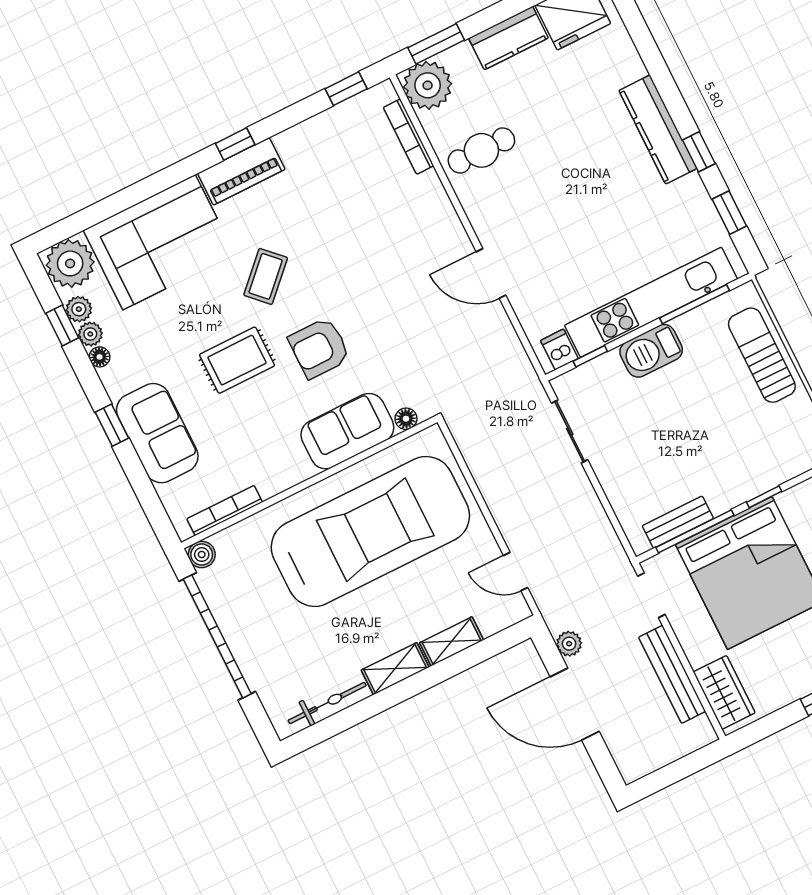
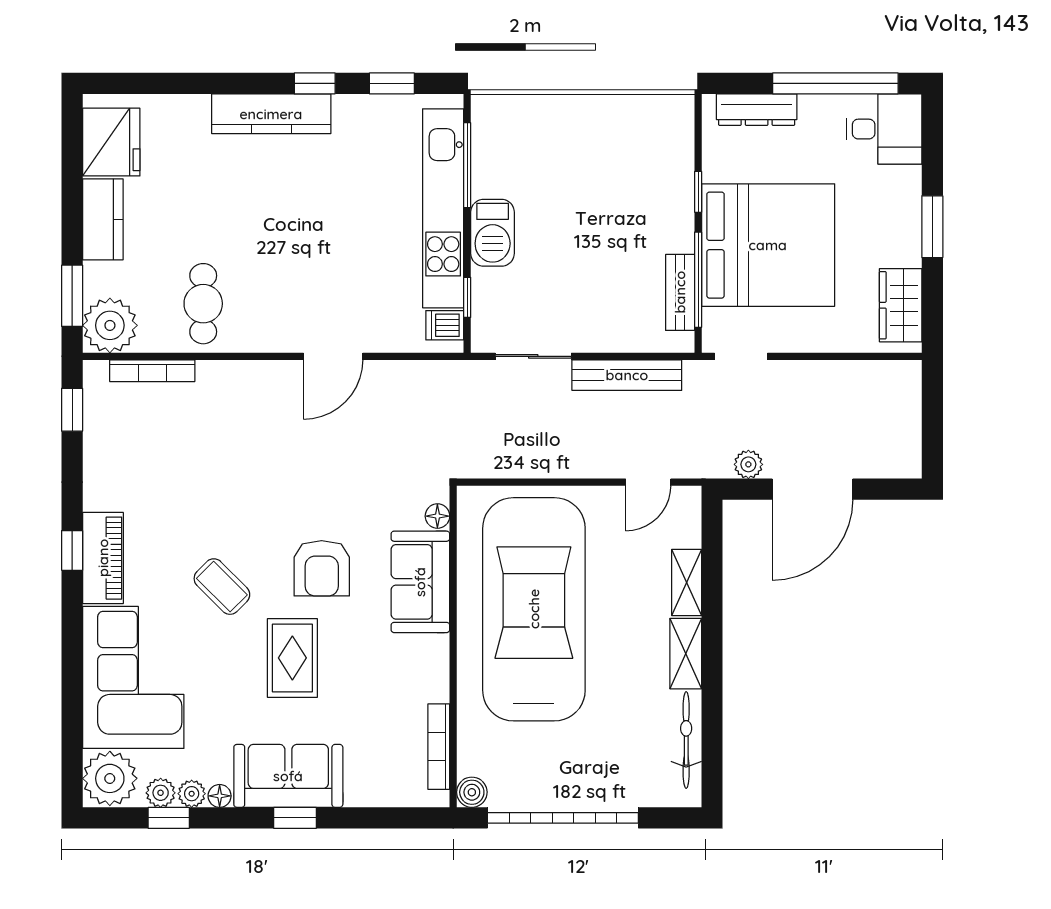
sun lounger: (762, 355) -> (553, 123), removed
sofa: (157, 433) -> (288, 776), moved
bench: (672, 674) -> (627, 375), moved
wardrobe: (724, 692) -> (901, 305), moved, turned -90

